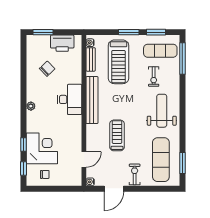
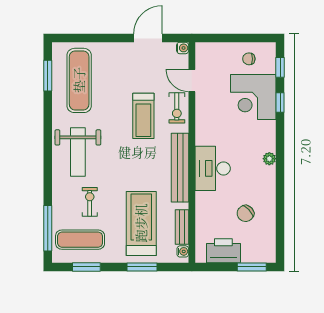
window: (129, 32) -> (142, 267), moved
door: (84, 160) -> (192, 81), hinge flipped
exercise bike: (135, 174) -> (177, 108), moved

